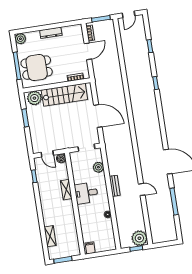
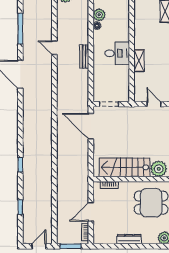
door: (98, 116) -> (91, 126), moved
boiler: (61, 158) -> (139, 97), removed
plant: (98, 167) -> (99, 15), moved

